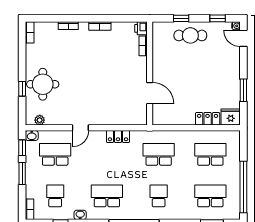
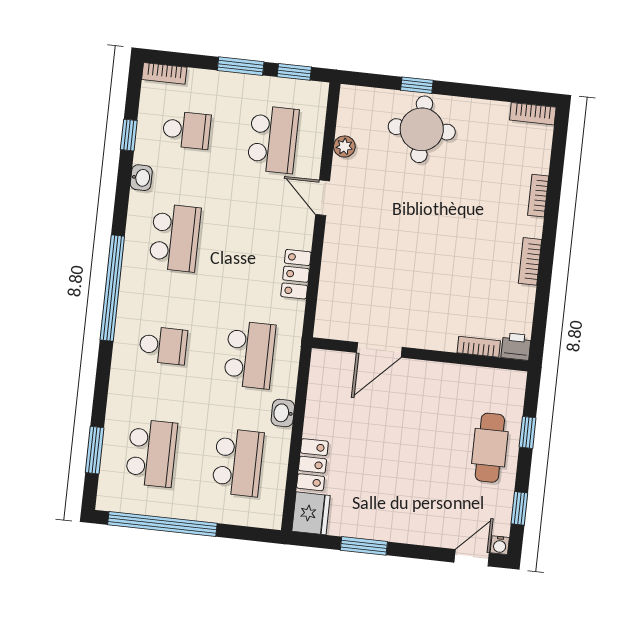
plant: (40, 120) -> (344, 147), moved
washbasin: (32, 136) -> (283, 413), moved

